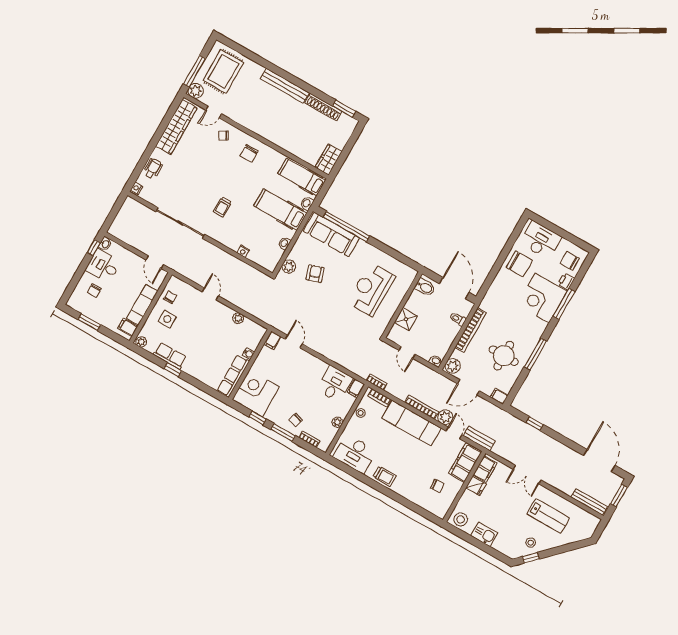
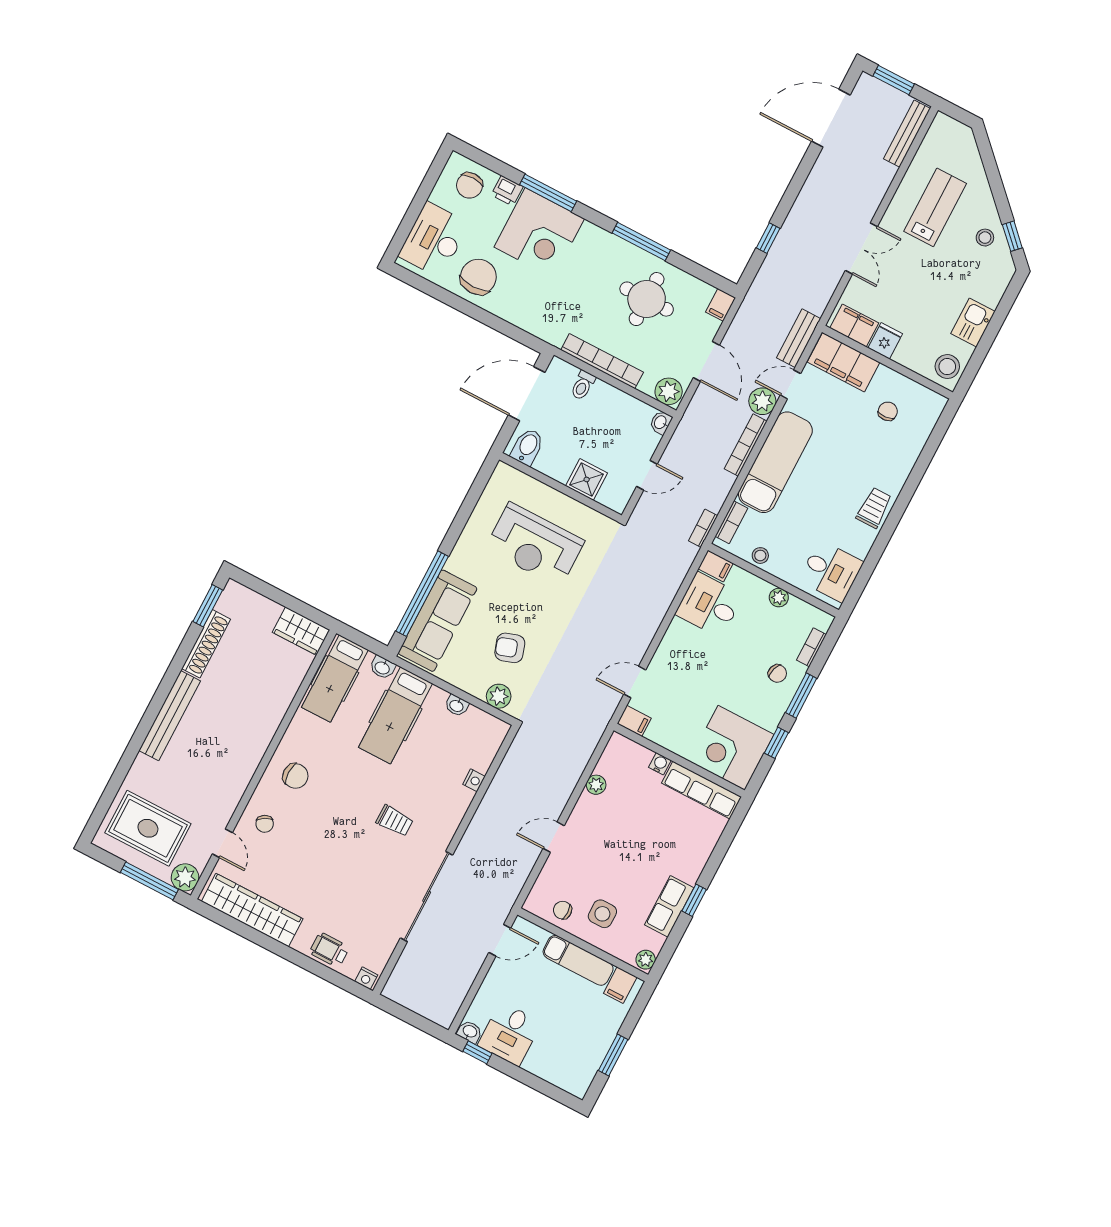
chair: (94, 291) -> (555, 1049), removed
desk: (355, 454) -> (831, 571), width x0.73

